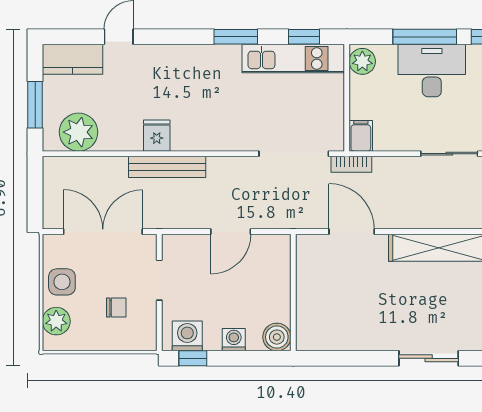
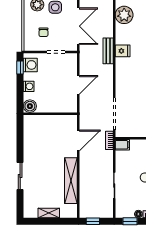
bench: (167, 167) -> (108, 51), width x0.73
door: (231, 232) -> (78, 85), swing flipped

